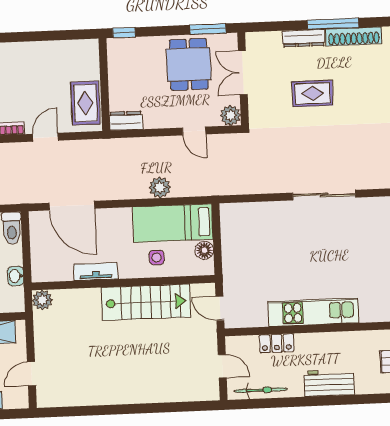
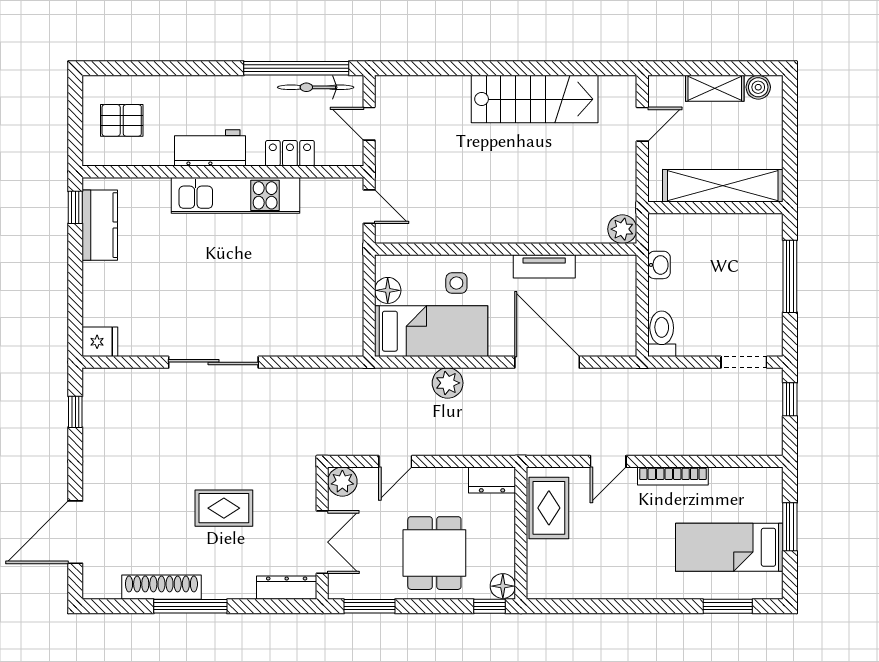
dresser: (304, 38) -> (287, 588), moved
floor lamp: (115, 47) -> (503, 586), added
dining table: (189, 64) -> (434, 553), moved
door: (194, 131) -> (395, 461), swing flipped
door: (72, 206) -> (547, 362), moved
stairs: (146, 302) -> (535, 99), moved, turned 180
workbench: (329, 383) -> (210, 148), moved, turned 180
window: (275, 403) -> (296, 68), added

